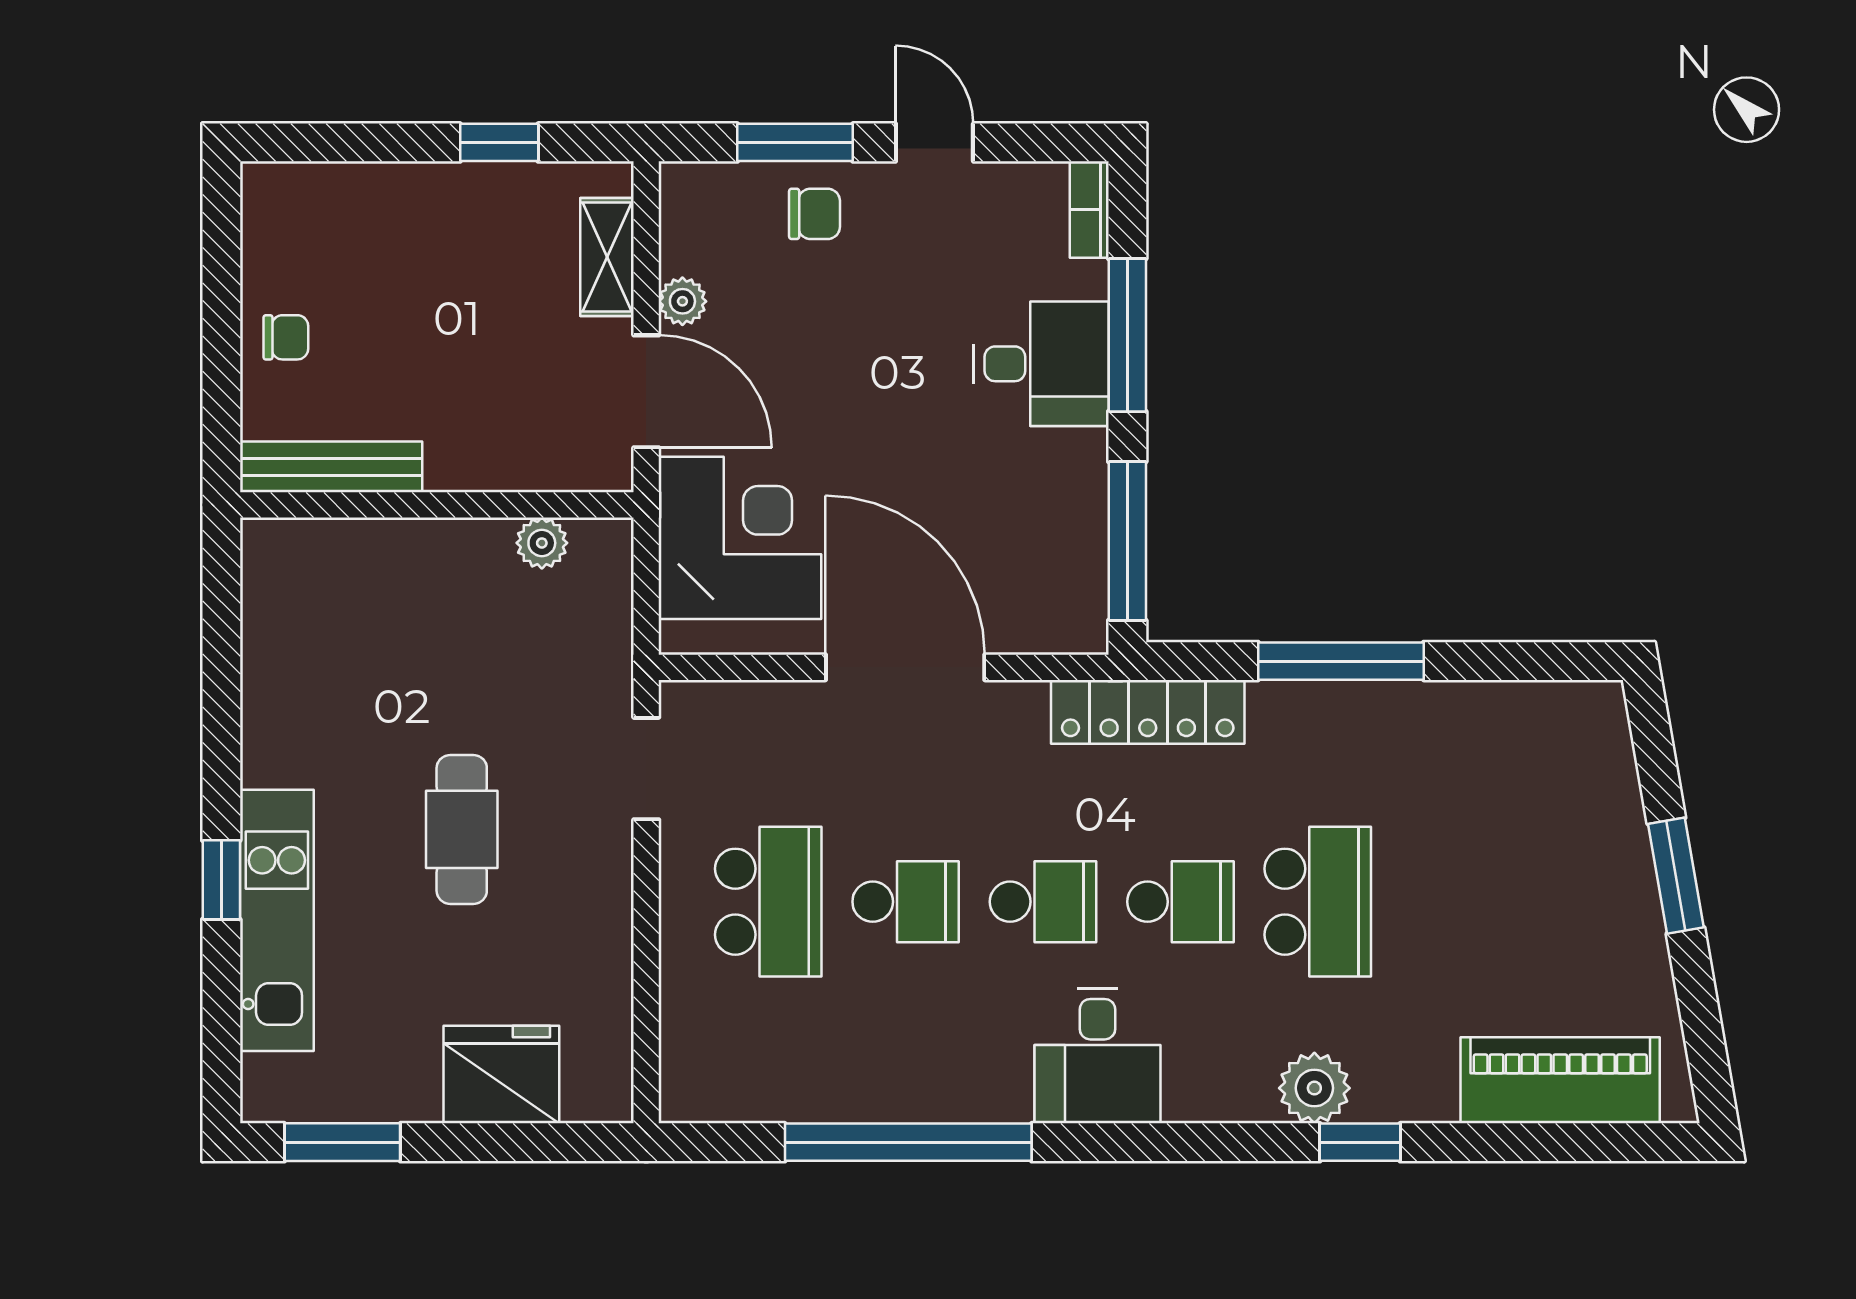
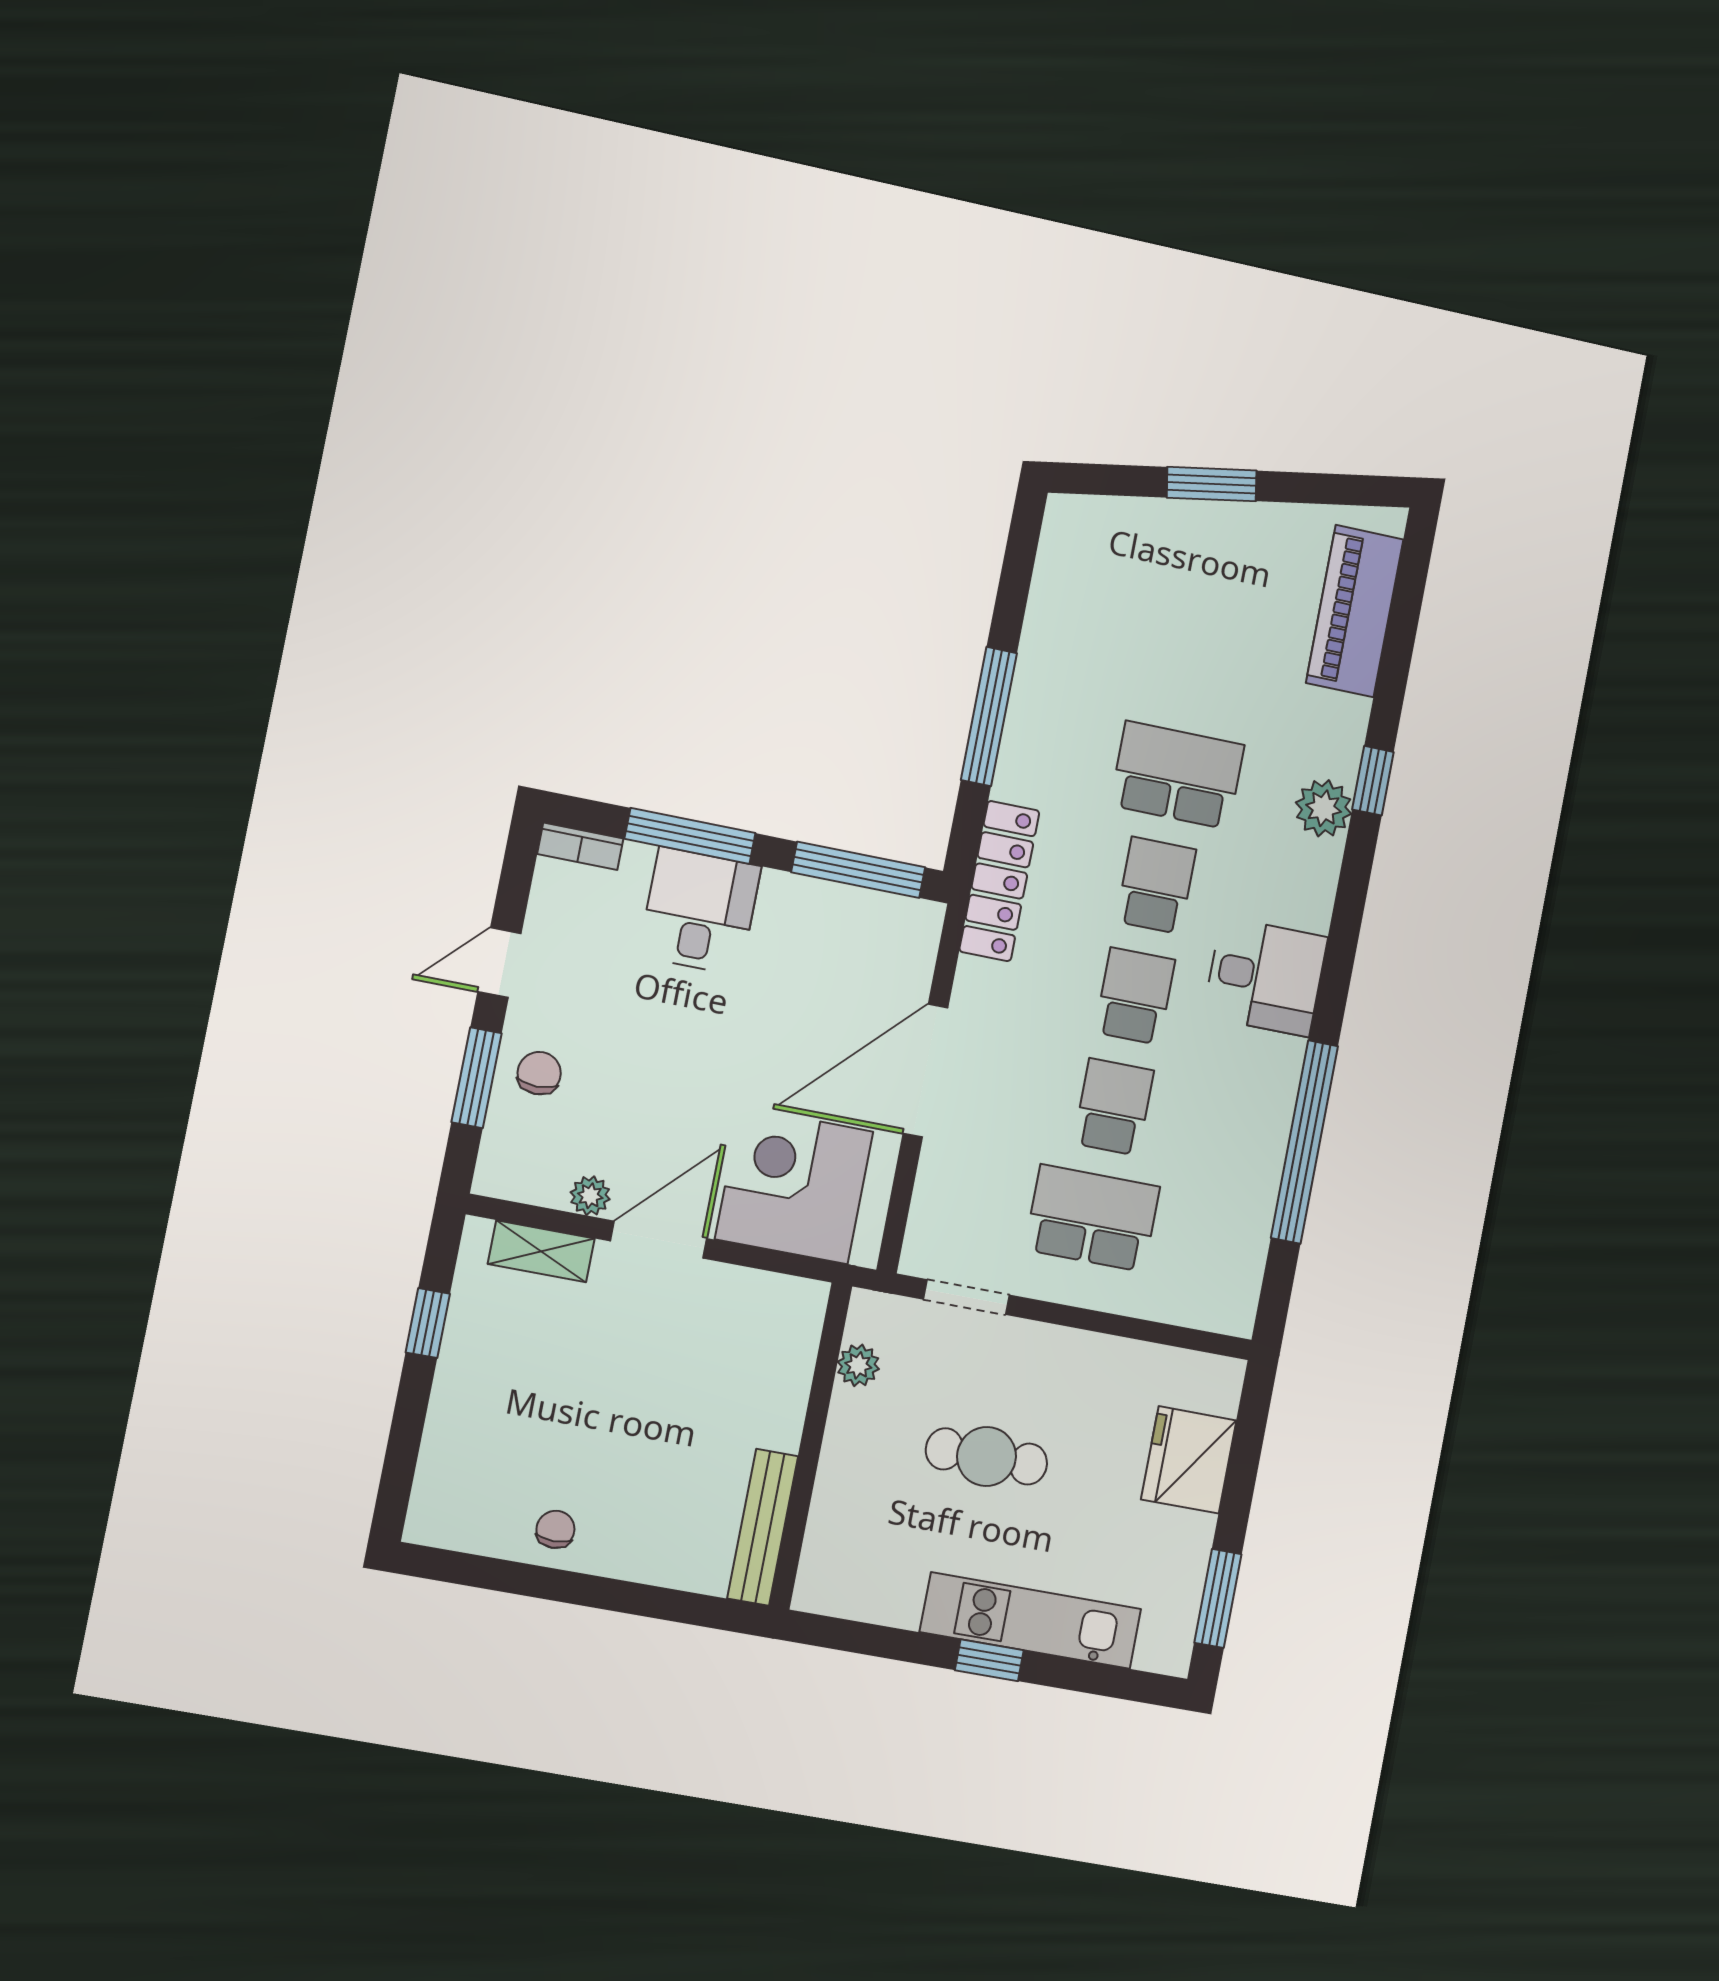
bench: (331, 467) -> (763, 1527), moved
wall: (437, 505) -> (811, 1446), moved
plant: (542, 543) -> (858, 1365), moved

